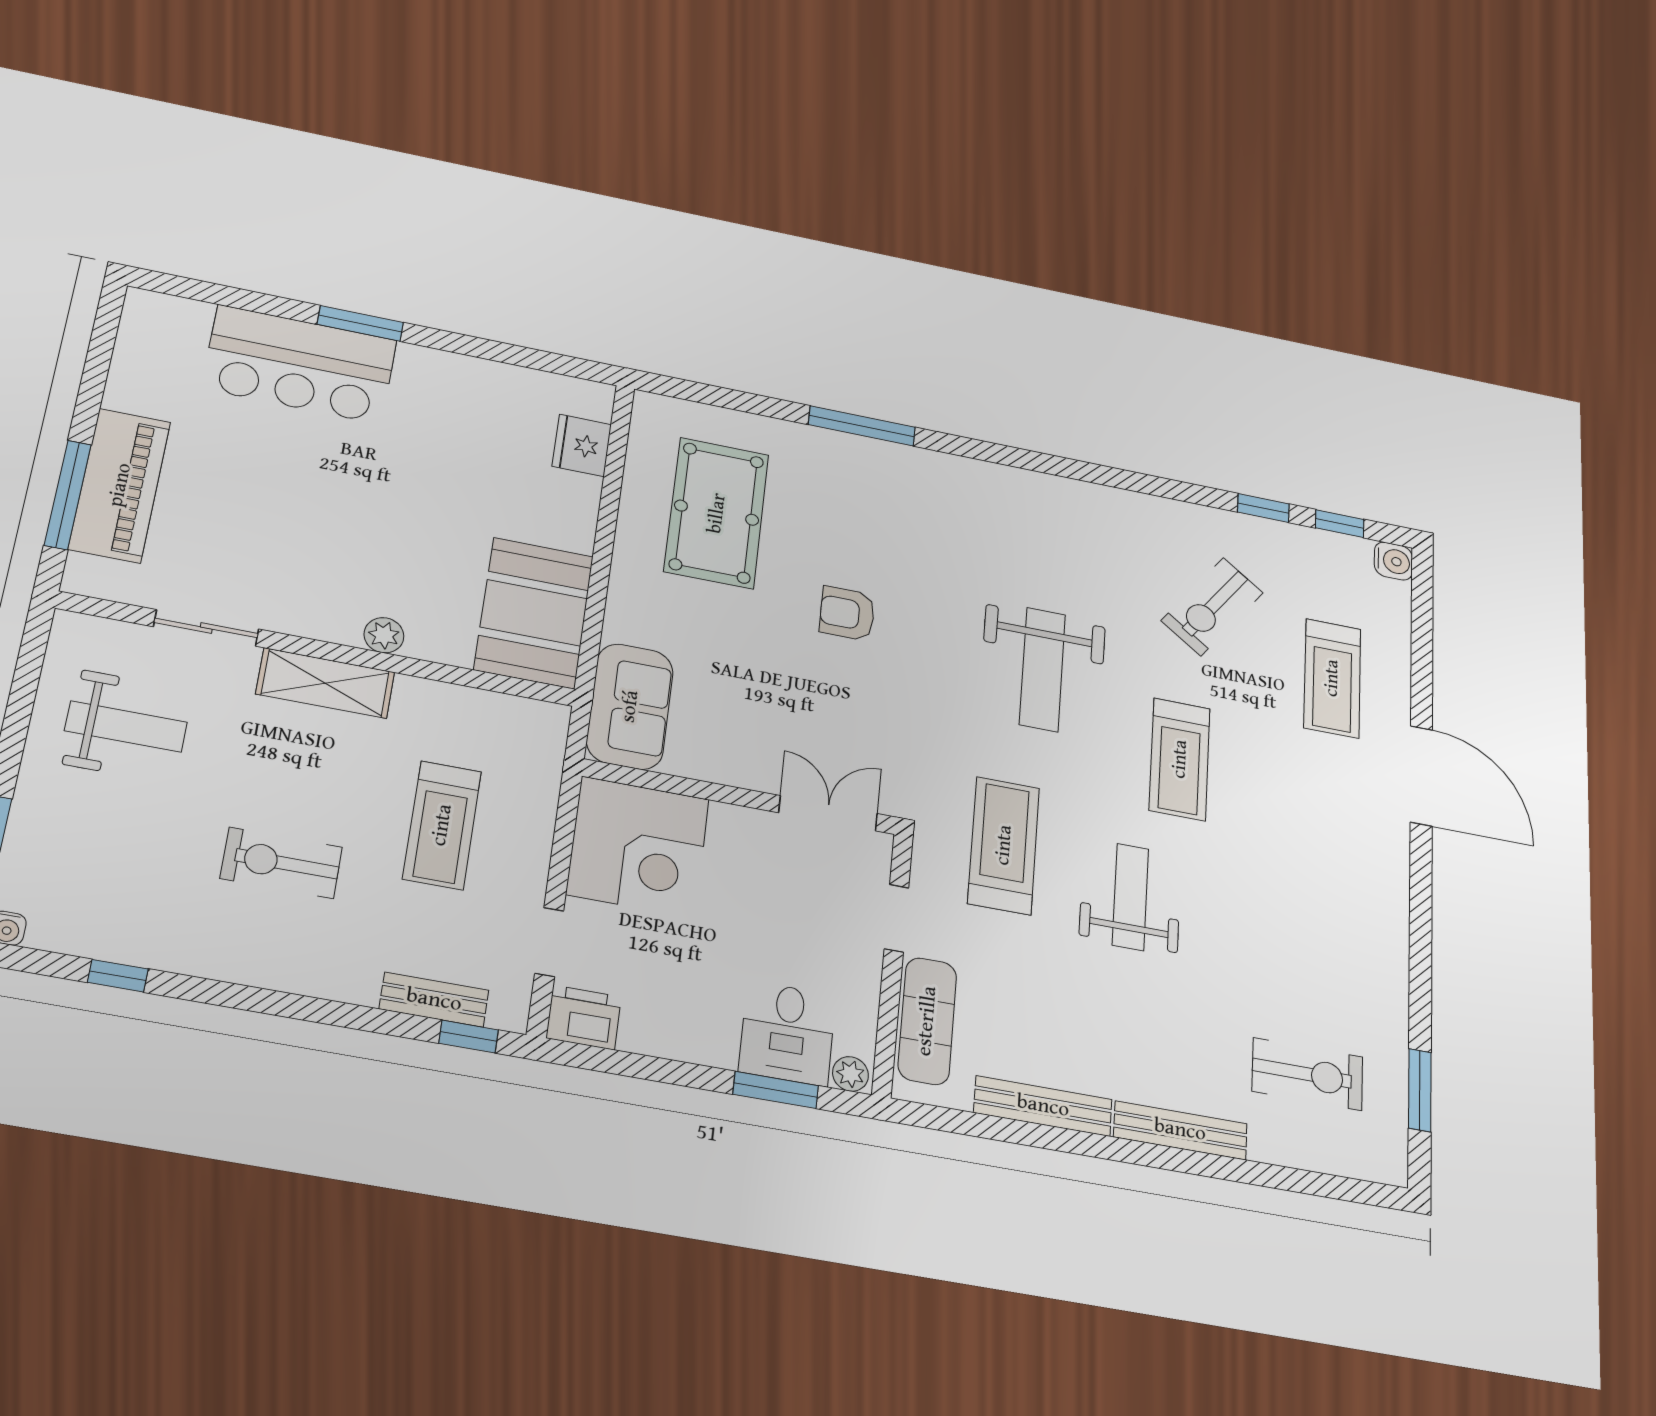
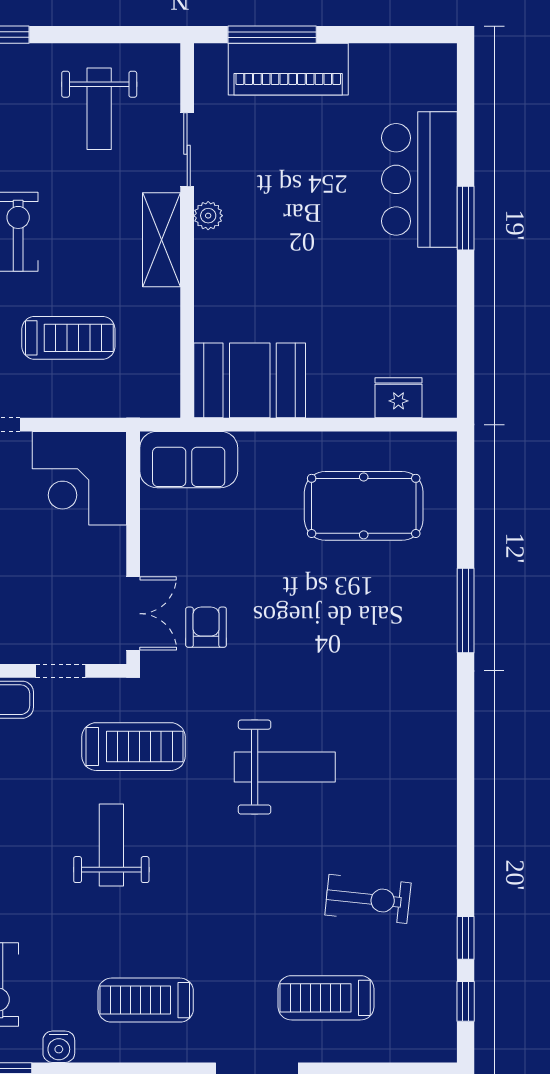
water cooler: (1393, 561) -> (59, 1047), moved
exercise bike: (1212, 607) -> (368, 899), turned 150
armchair: (847, 613) -> (206, 627), moved
plant: (384, 635) -> (208, 216), moved
weight bench: (1042, 669) -> (285, 767), turned 180
treadmill: (1180, 759) -> (146, 1000), moved
treadmill: (442, 825) -> (68, 338), turned 180
weight bench: (1130, 897) -> (111, 845), turned -90

